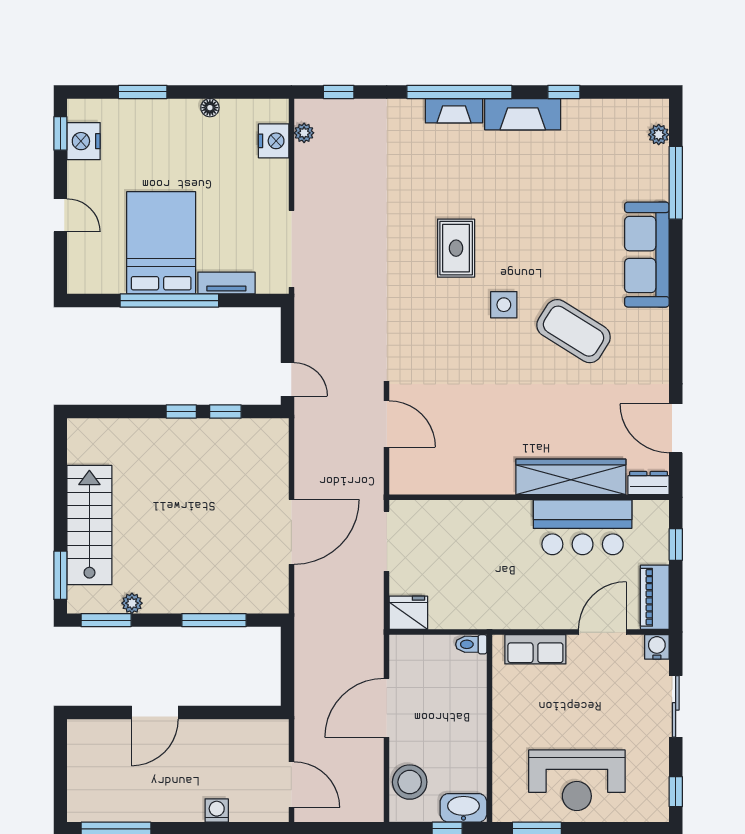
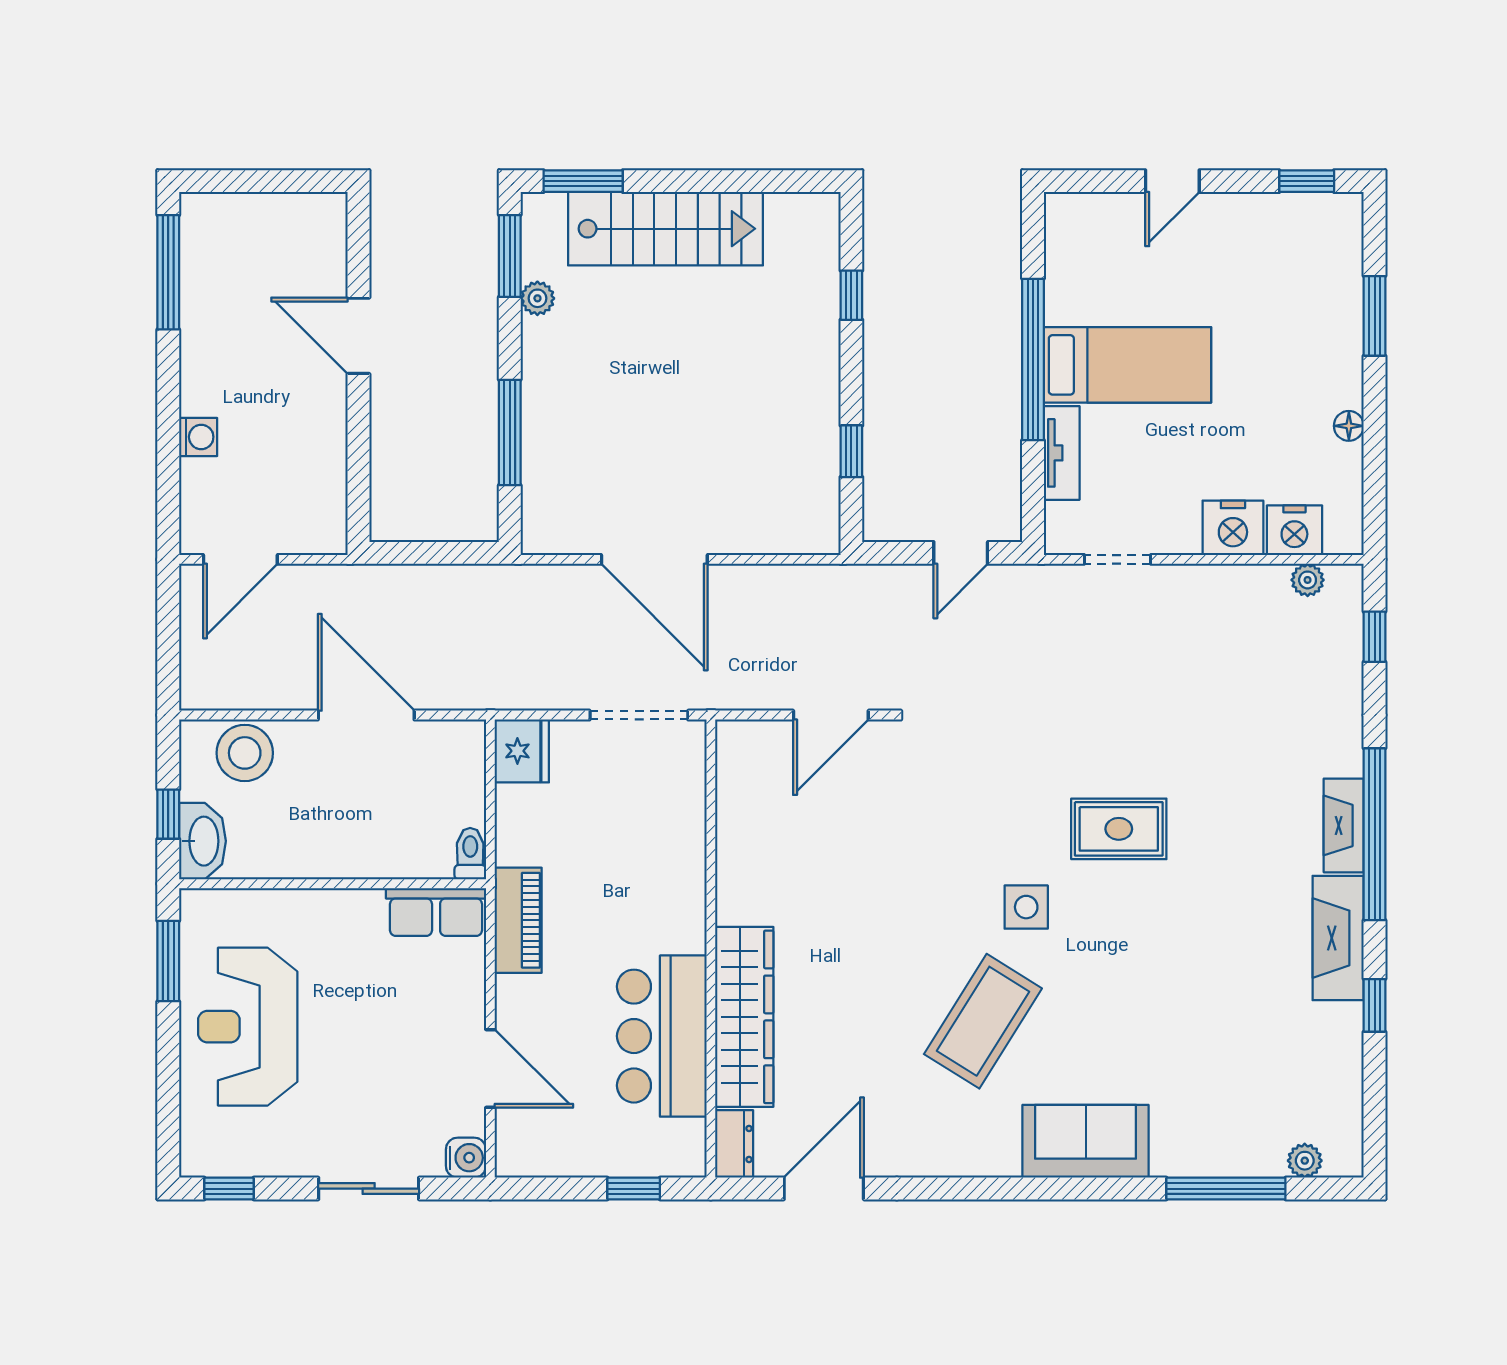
nightstand: (84, 141) -> (1233, 528), moved, turned 180
bed: (161, 243) -> (1127, 365), width x0.67
doorway: (291, 249) -> (1117, 559), width x0.53
sofa: (647, 255) -> (1086, 1141), width x0.73
door: (288, 379) -> (961, 553), moved
window: (181, 411) -> (851, 295), moved
piano: (655, 597) -> (518, 920), moved, turned 90
row of seats: (535, 649) -> (436, 912), moved, turned -90

